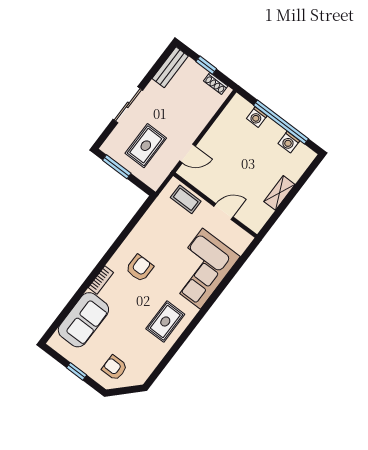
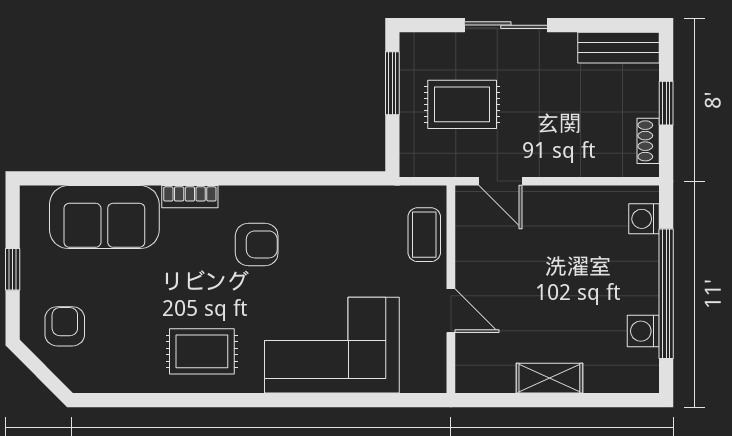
washing machine: (257, 117) -> (644, 219), moved

